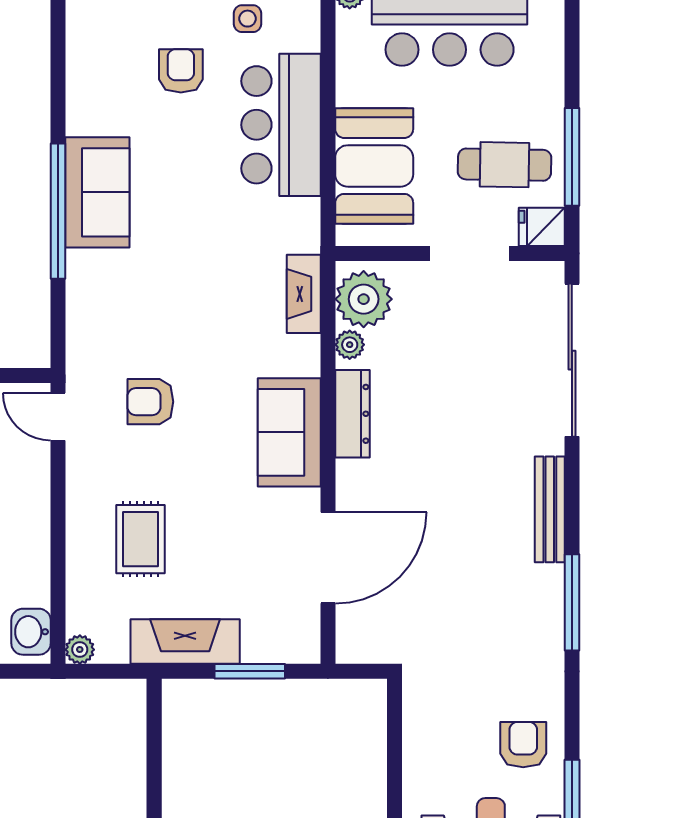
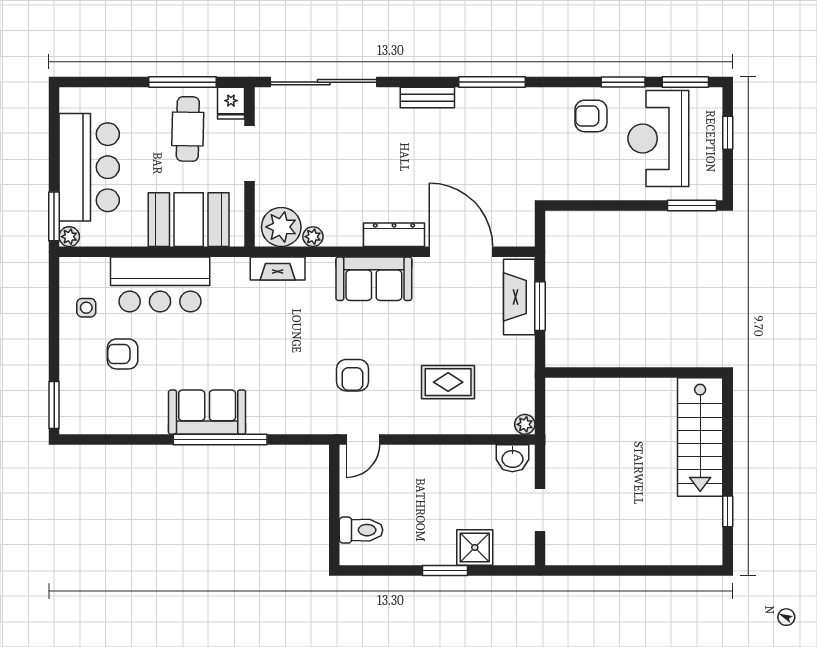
dresser: (352, 414) -> (394, 235), moved
bench: (550, 509) -> (427, 98), width x0.73
fireplace: (185, 641) -> (519, 297), moved

